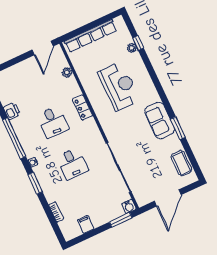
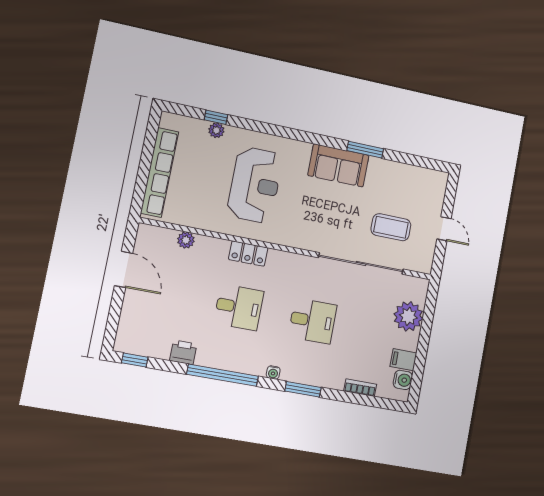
door: (43, 48) -> (124, 269), moved
reception desk: (119, 86) -> (255, 185), turned 90
coffee table: (181, 163) -> (391, 227), moved
door: (168, 198) -> (444, 229), width x0.53
water cooler: (129, 206) -> (403, 380), moved
plant: (110, 211) -> (408, 316), added
window: (121, 220) -> (429, 310), removed

